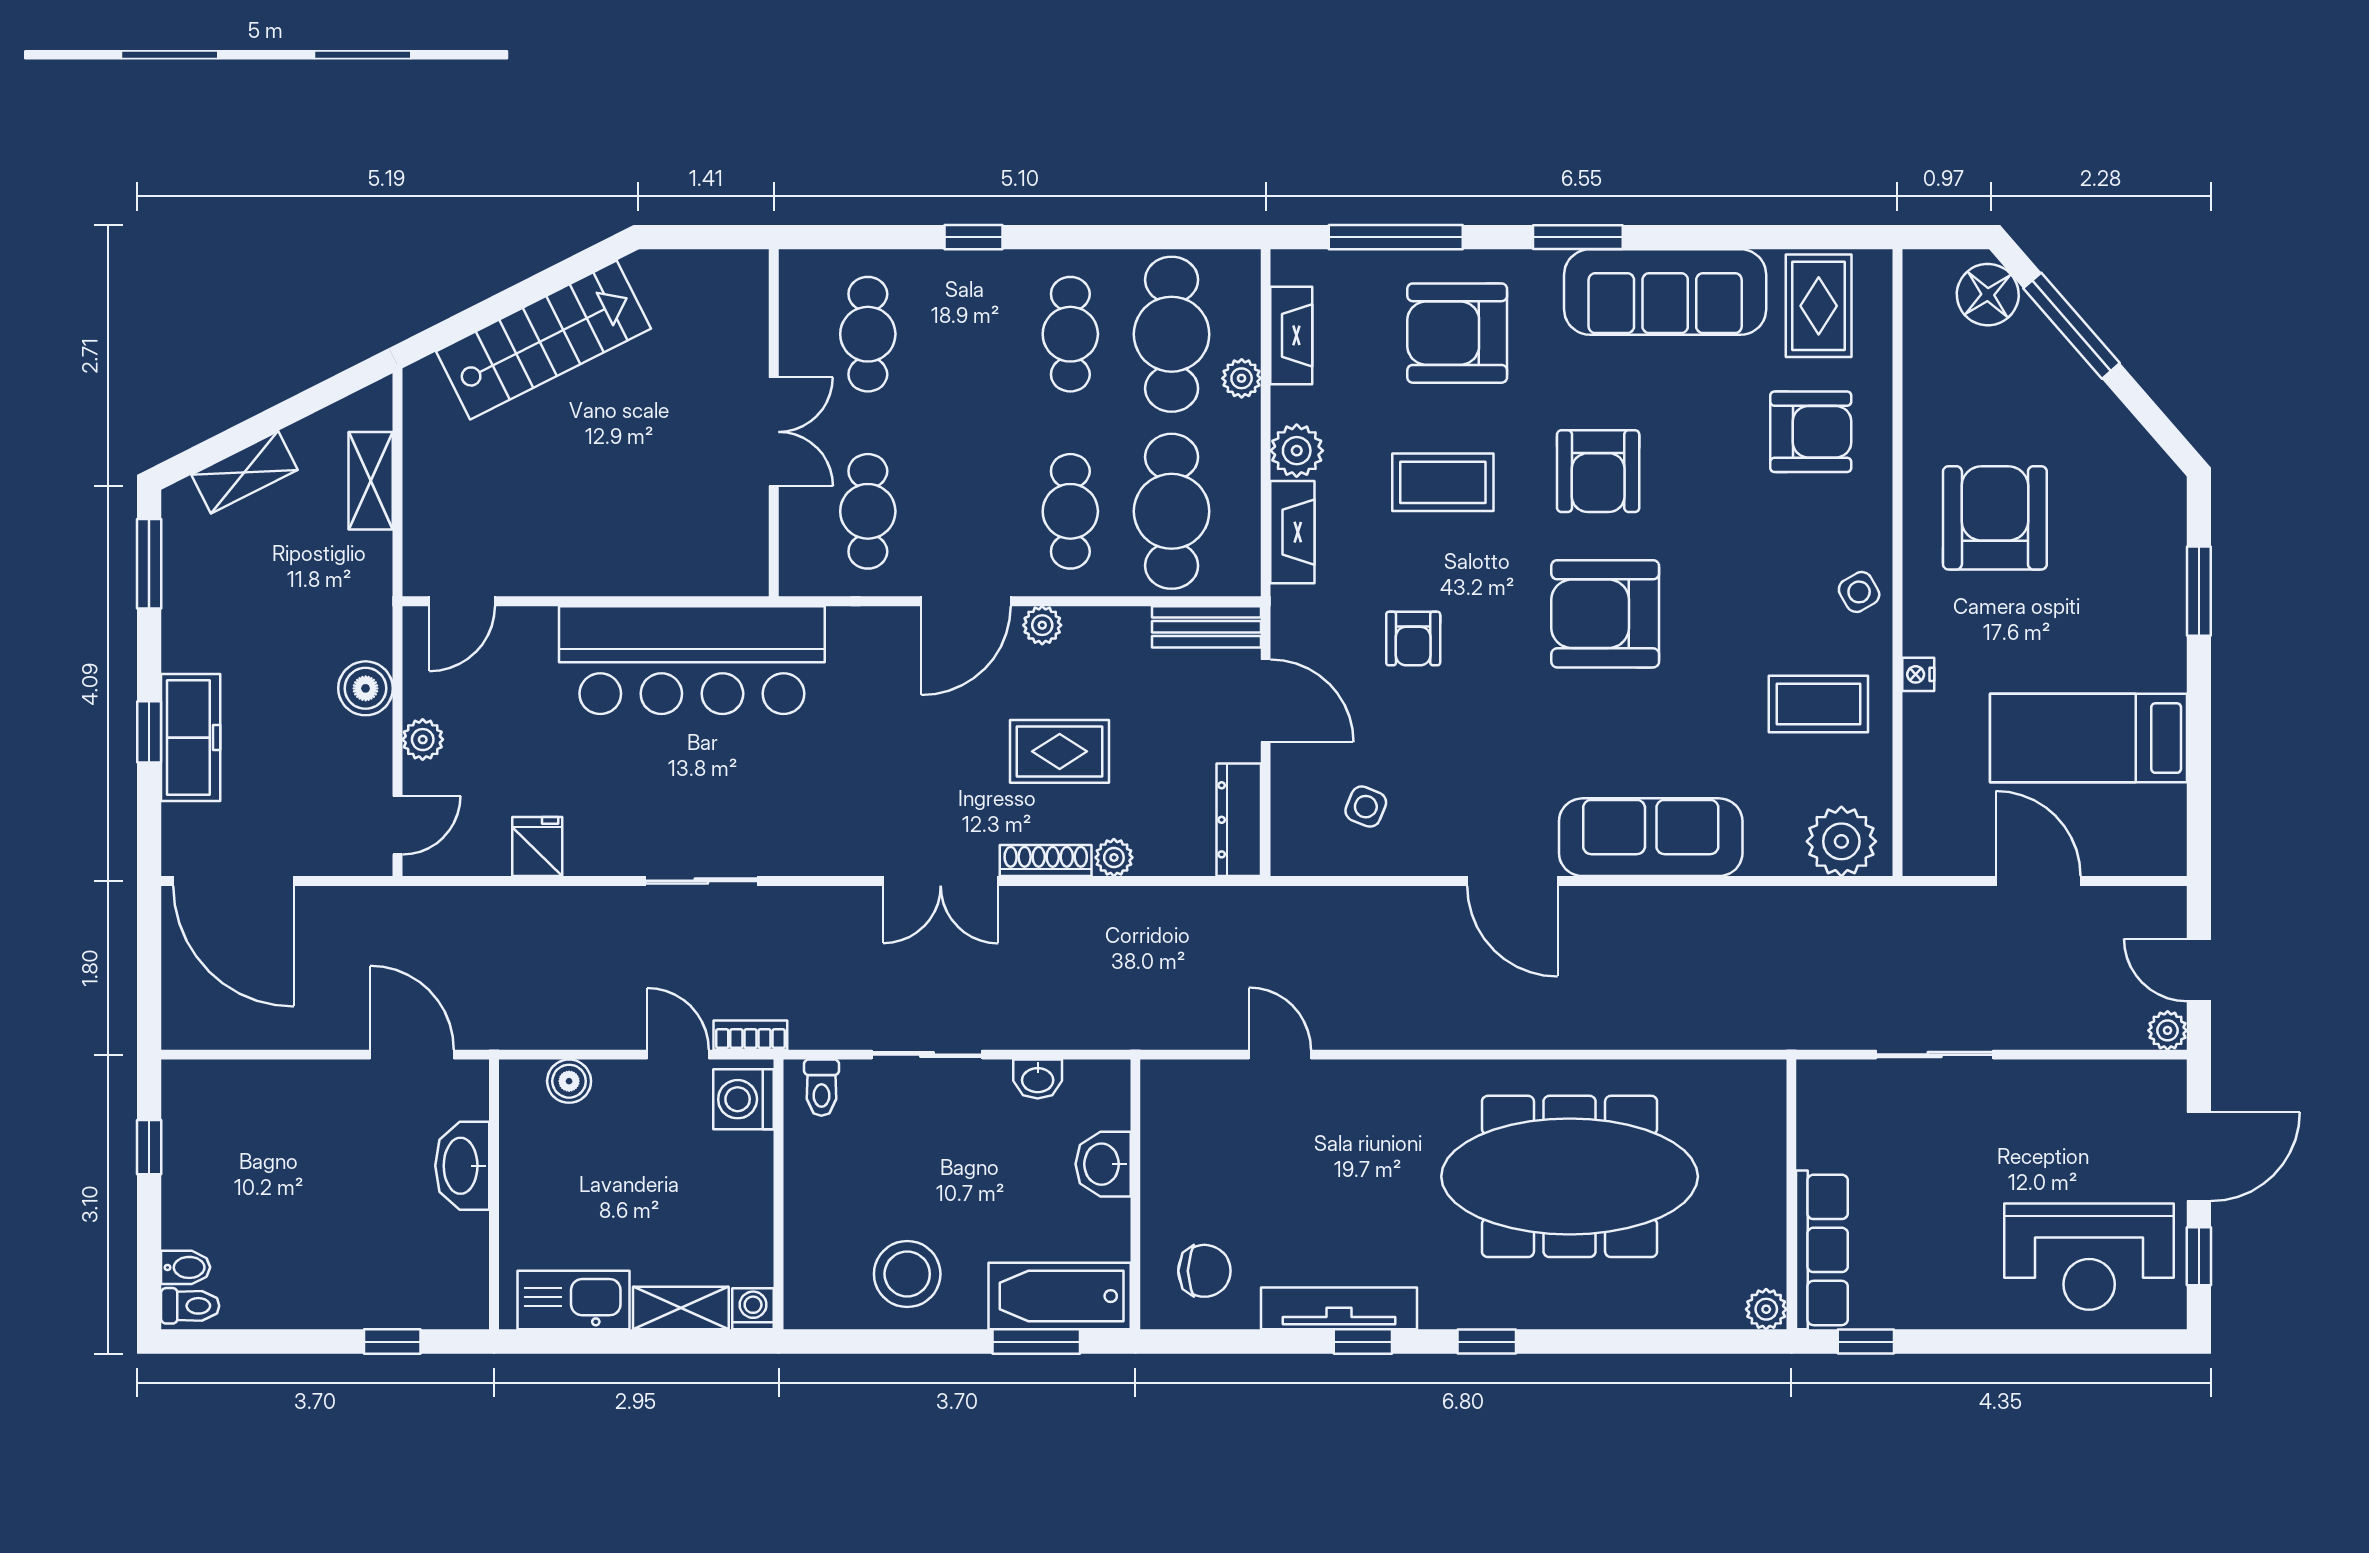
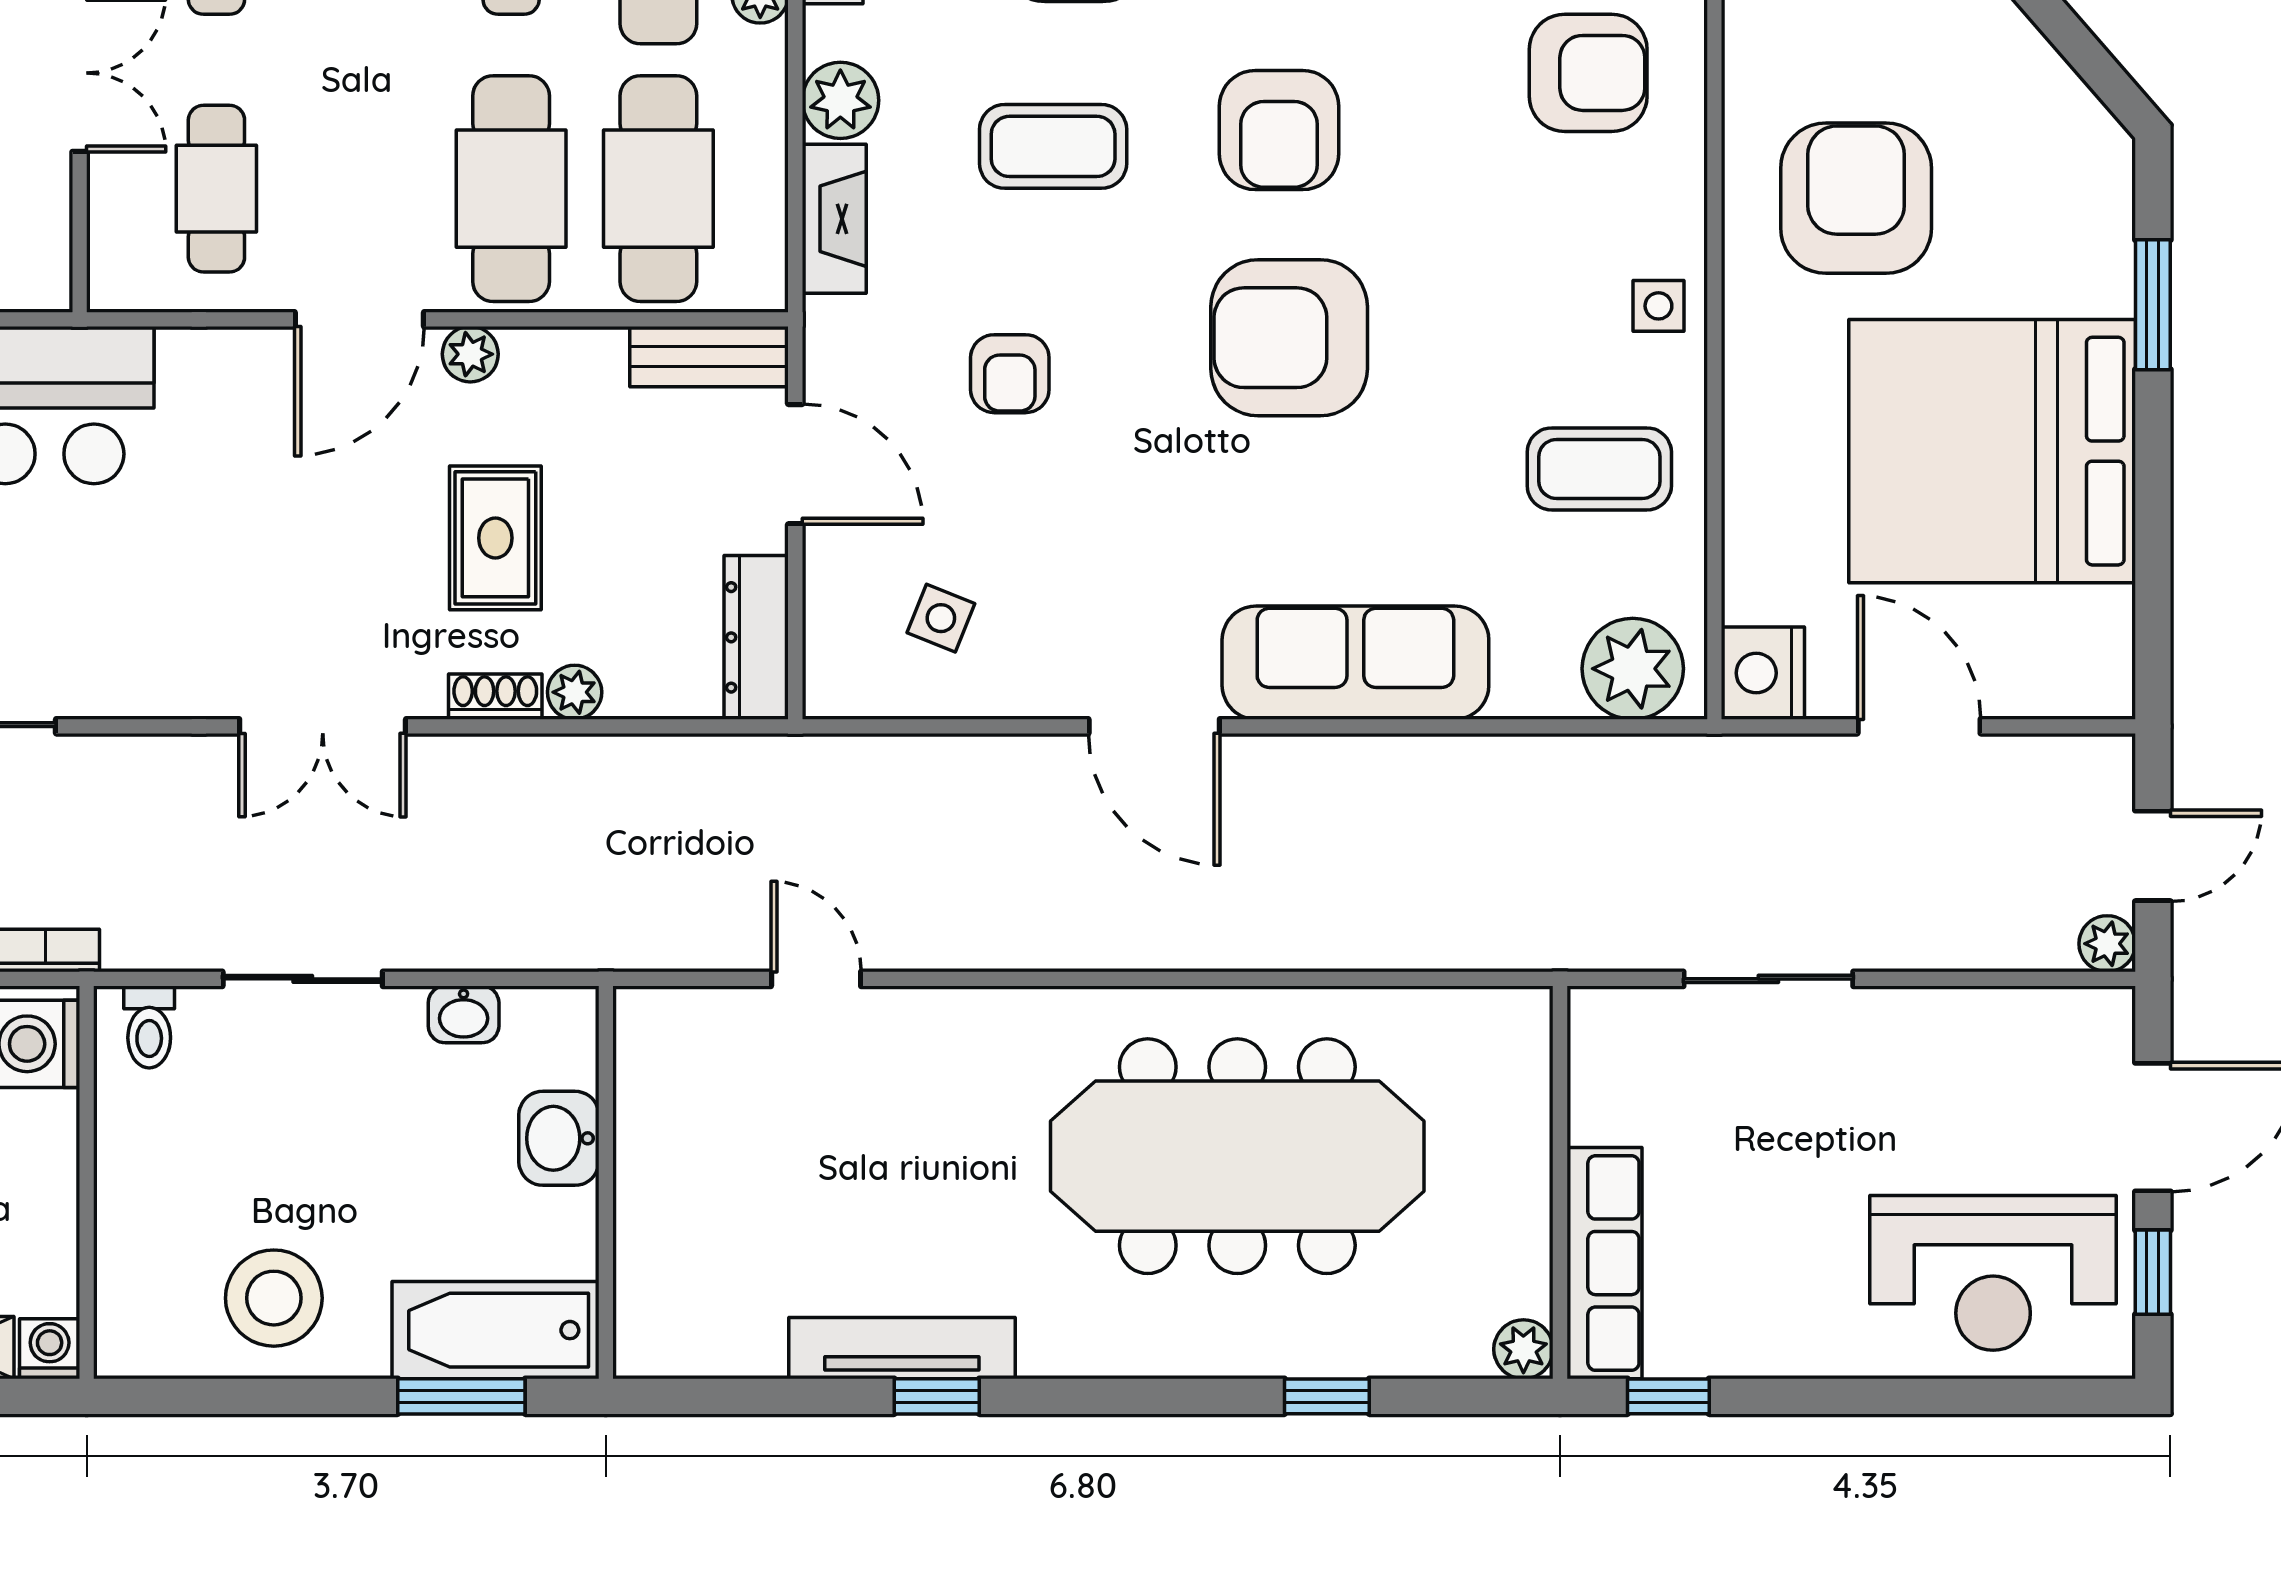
cafe table: (1070, 511) -> (511, 189), width x1.37, depth x1.35
side table: (1859, 592) -> (1658, 306), turned 30
nightstand: (1918, 674) -> (1763, 673), moved, width x1.89, depth x1.79
bed: (2088, 738) -> (1992, 451), width x2.04
rug: (1060, 751) -> (495, 538), turned 90
shoe rack: (1046, 861) -> (495, 697), width x0.70
door: (2199, 970) -> (2153, 856), swing flipped
chair: (1204, 1271) -> (706, 1293), removed
window: (1487, 1342) -> (1327, 1396), moved

